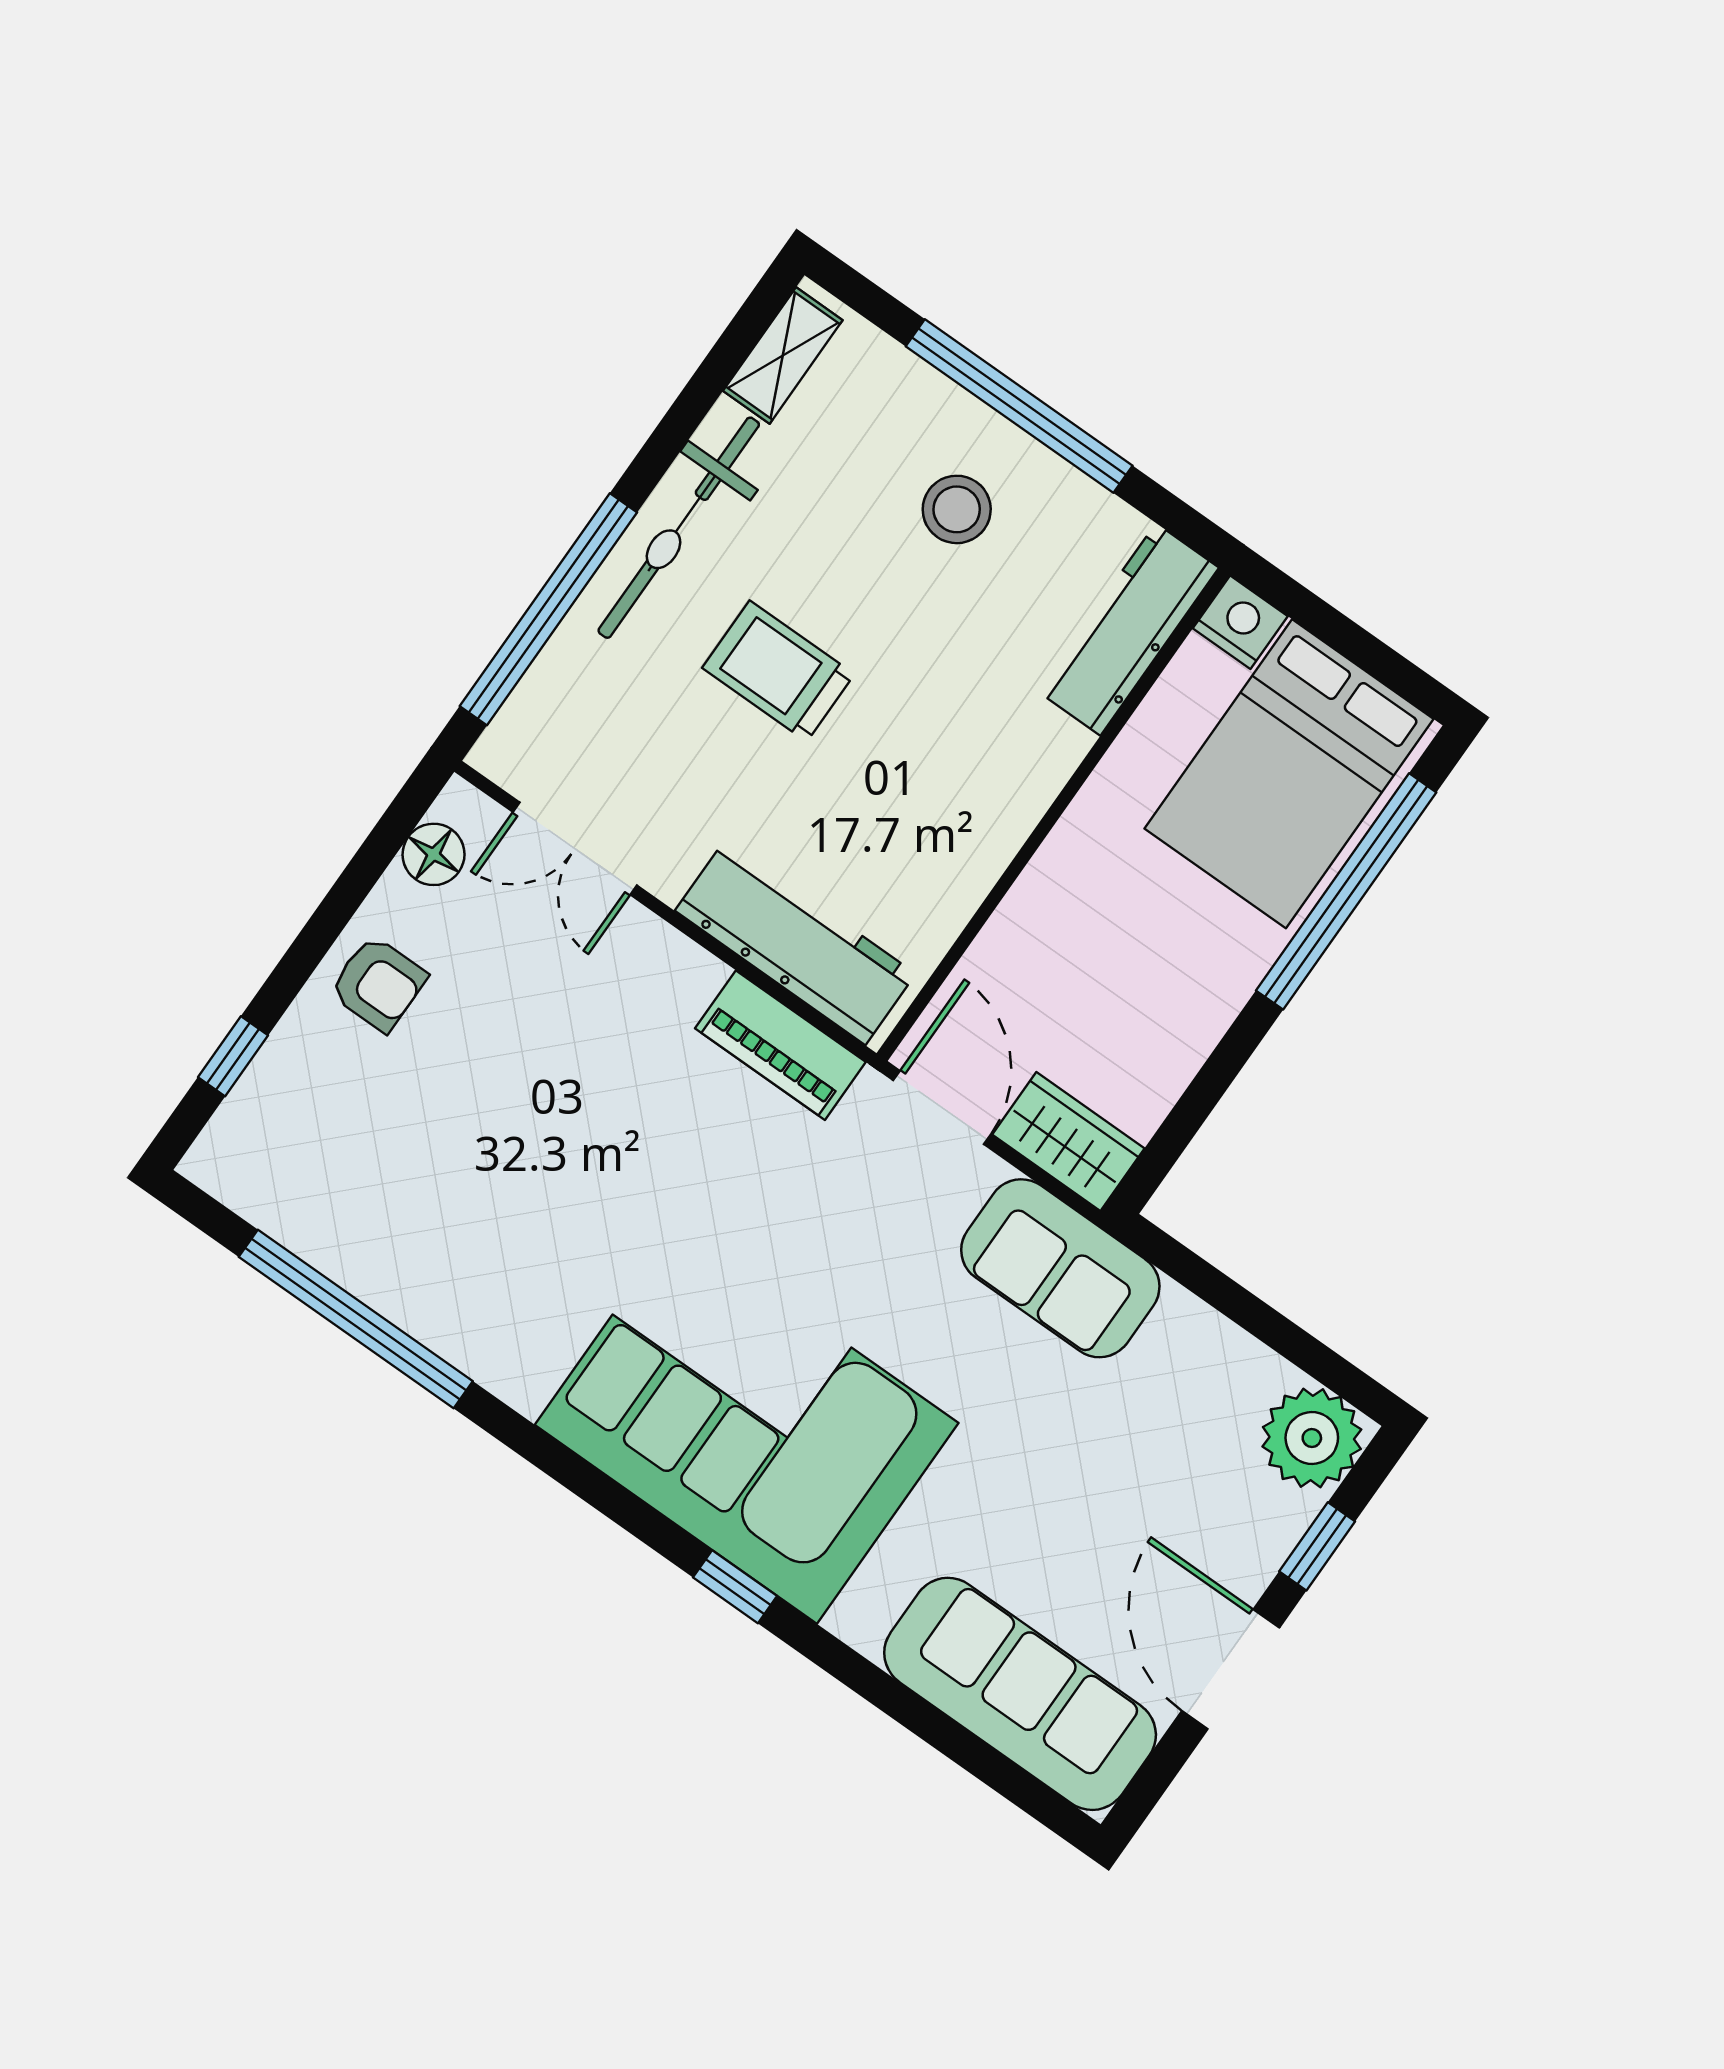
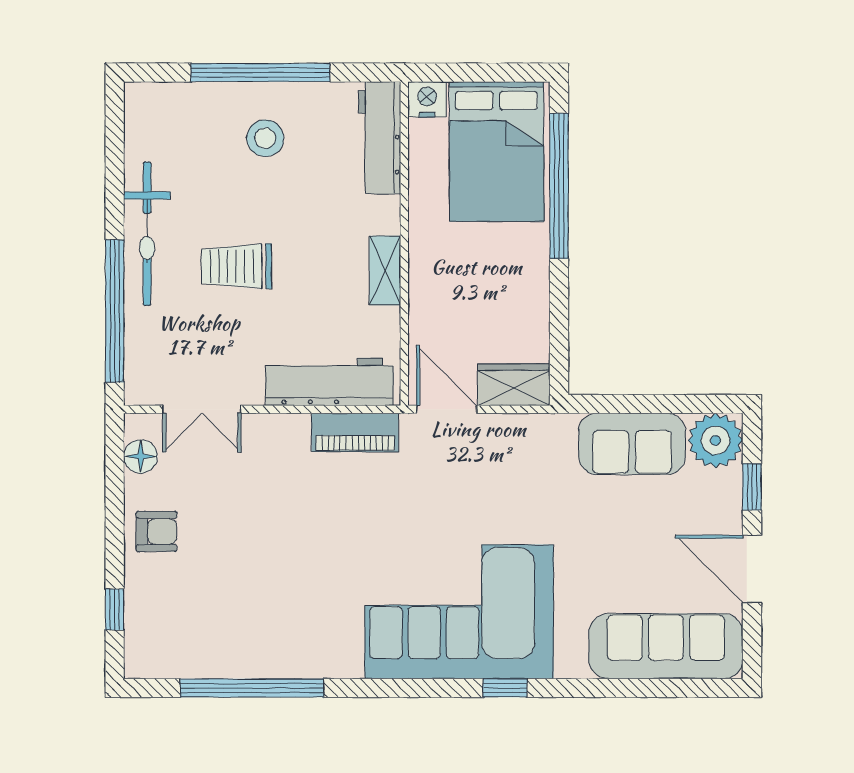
shelving: (783, 355) -> (385, 271), moved
sofa: (1060, 1268) -> (632, 444), moved

